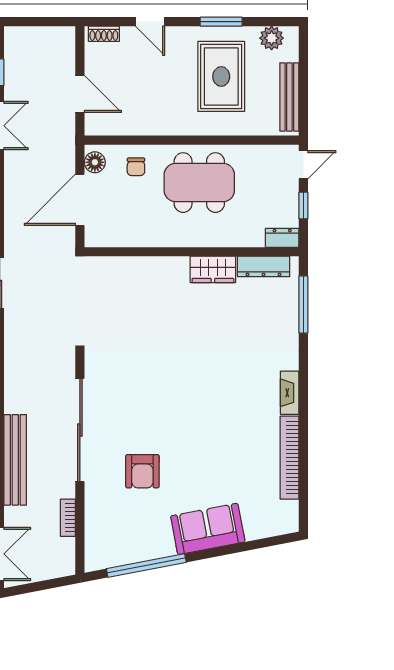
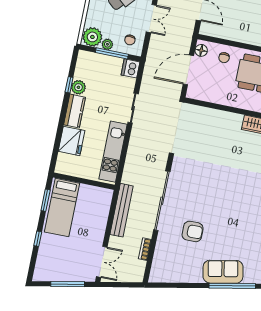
armchair: (142, 471) -> (193, 231), turned -90
window: (146, 565) -> (232, 286), moved

